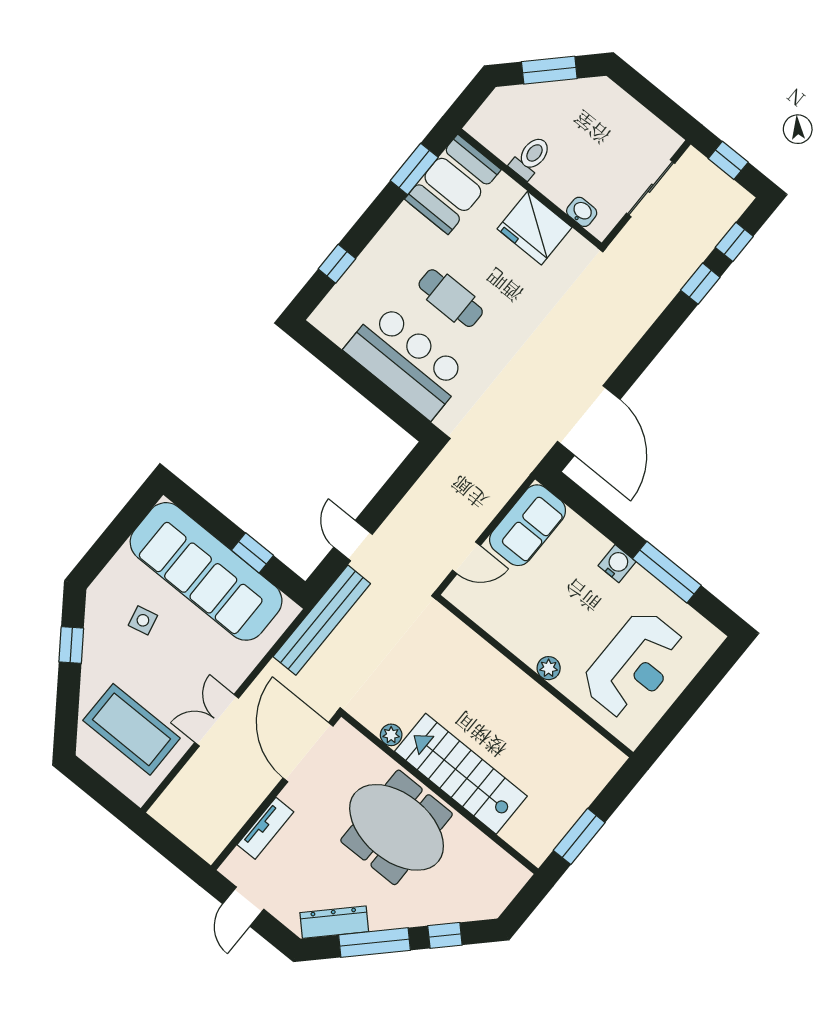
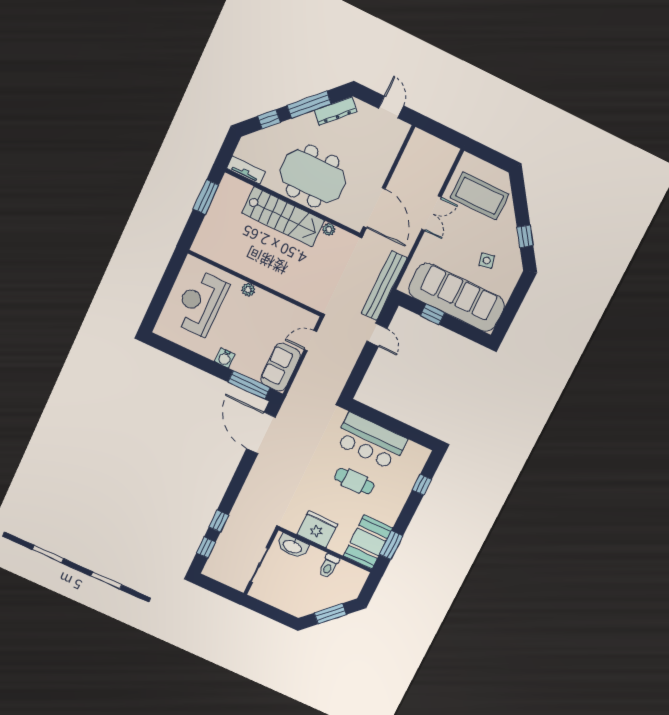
window: (728, 160) -> (221, 589), removed
washbasin: (582, 212) -> (292, 546), width x1.91, depth x1.45
window: (667, 572) -> (249, 385), moved
tv unit: (265, 828) -> (246, 170), moved, turned 90

